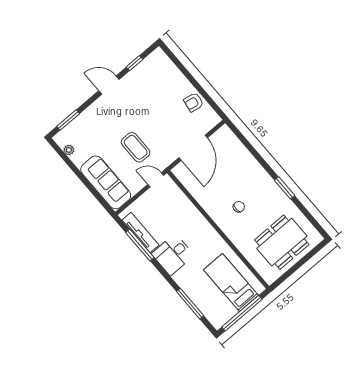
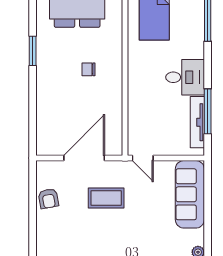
armchair: (194, 102) -> (48, 199), turned 70
coffee table: (136, 147) -> (106, 198), moved, turned 90

